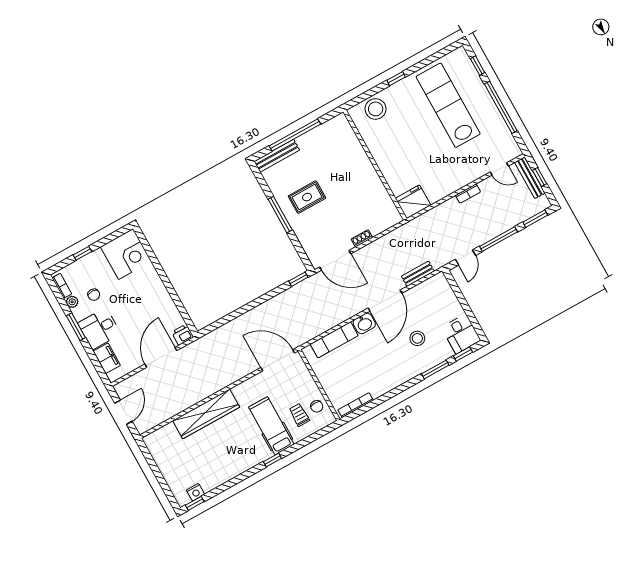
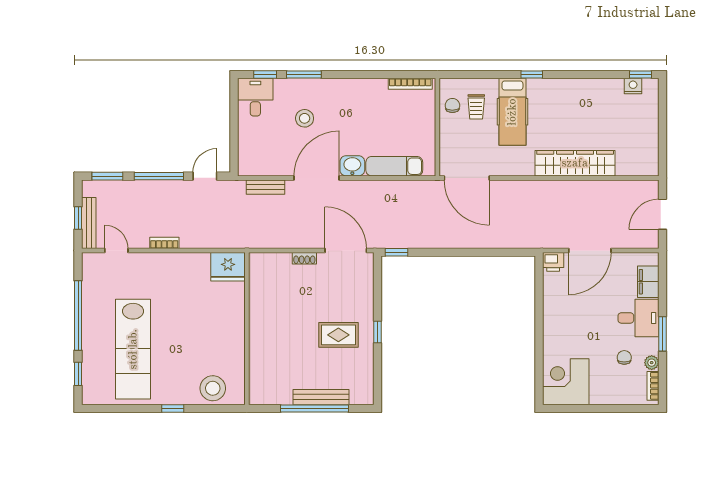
bench: (277, 156) -> (321, 397), moved
window: (280, 215) -> (378, 332), width x0.46
window: (82, 253) -> (612, 408), removed

